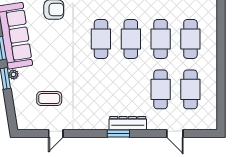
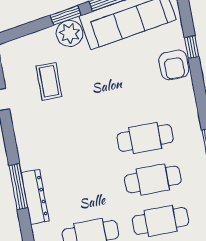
plant: (13, 74) -> (70, 33), width x1.88, depth x1.88
window: (118, 133) -> (18, 187), width x1.44

